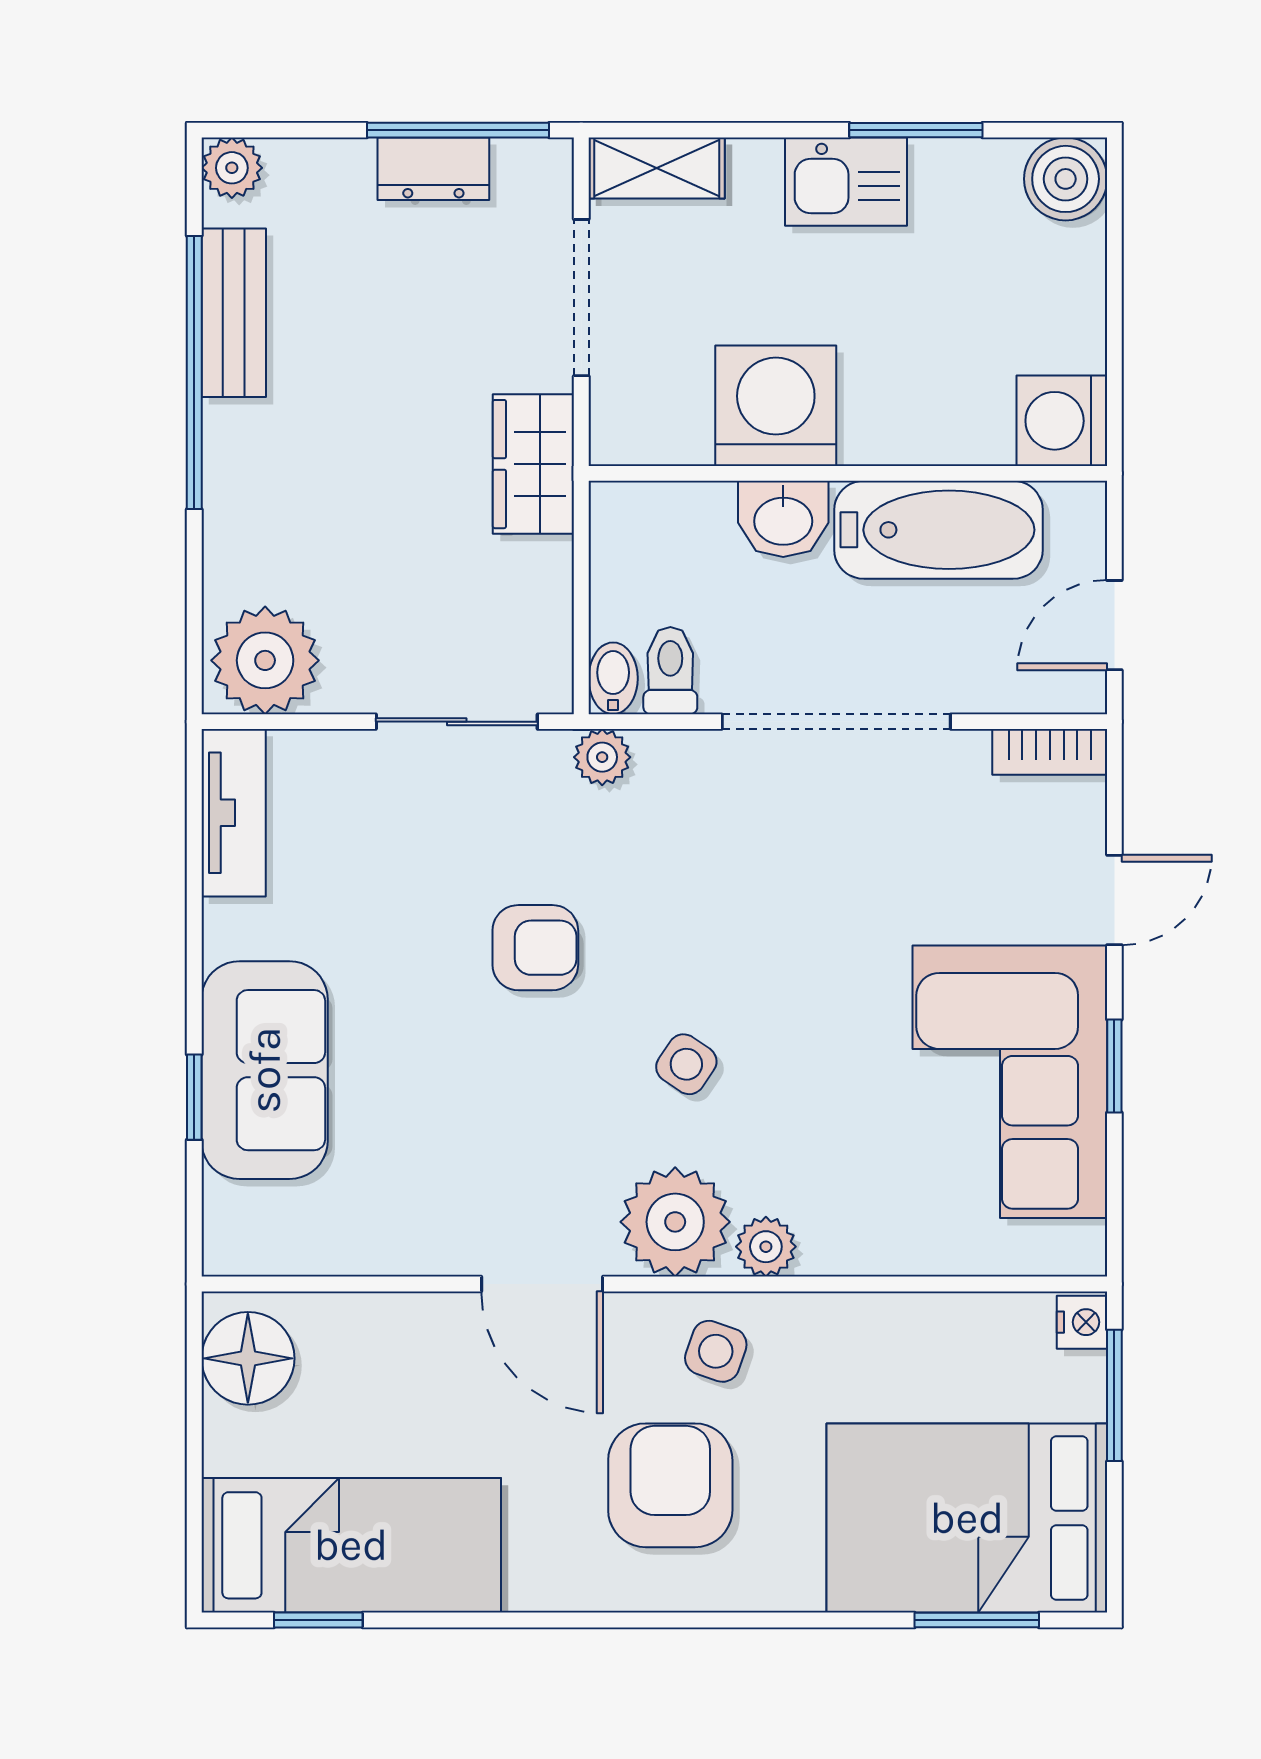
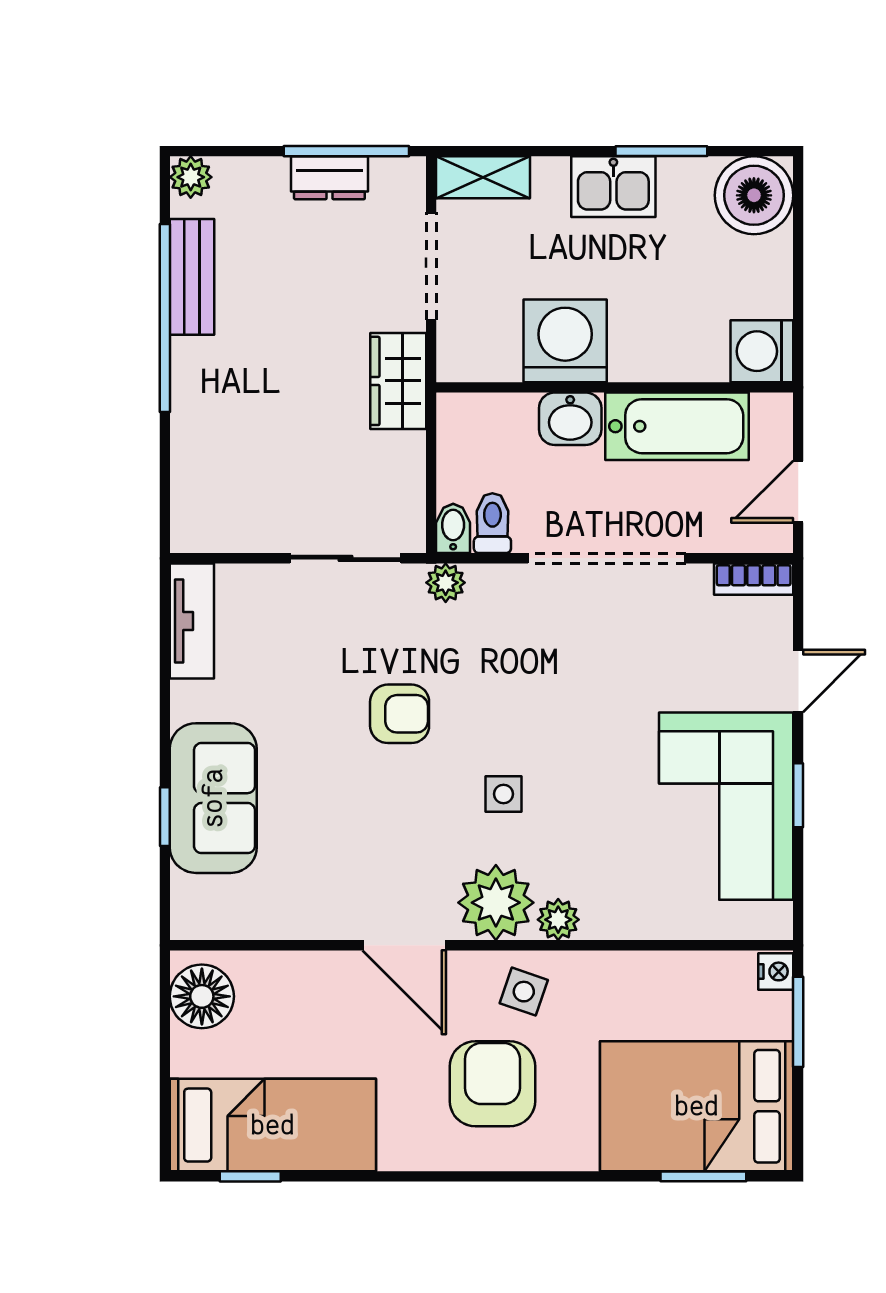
boiler: (1066, 179) -> (754, 195), width x1.37, depth x1.37
plant: (265, 660) -> (214, 516), removed
side table: (686, 1064) -> (504, 794), turned -34

